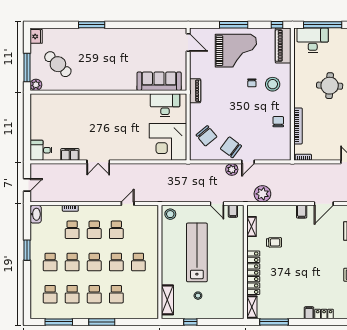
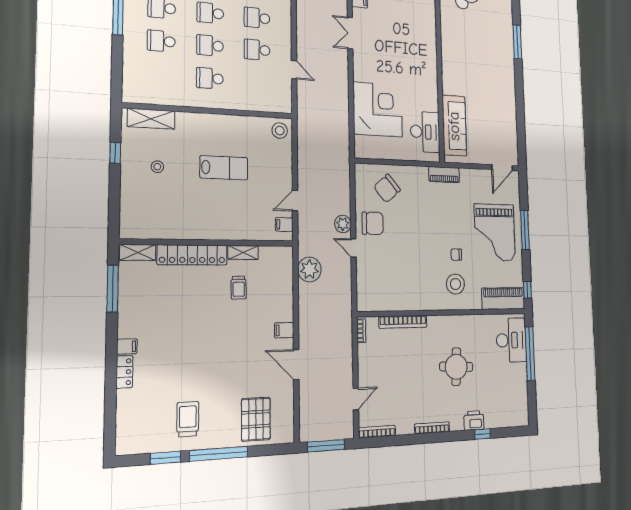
chair: (278, 122) -> (408, 293), removed
corner desk: (168, 142) -> (378, 110), moved, turned 90
chair: (231, 147) -> (373, 223), turned 53
shelving: (252, 227) -> (243, 252), moved
lab bench: (197, 252) -> (224, 168), width x0.54, depth x0.72

